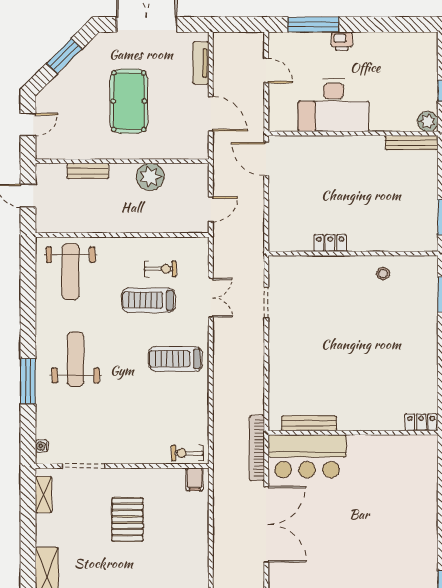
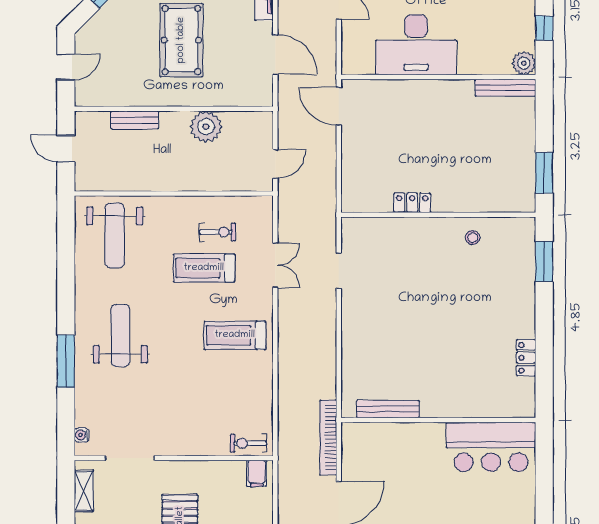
locker: (421, 422) -> (526, 358), moved, turned -90
bar counter: (307, 456) -> (491, 447), moved

